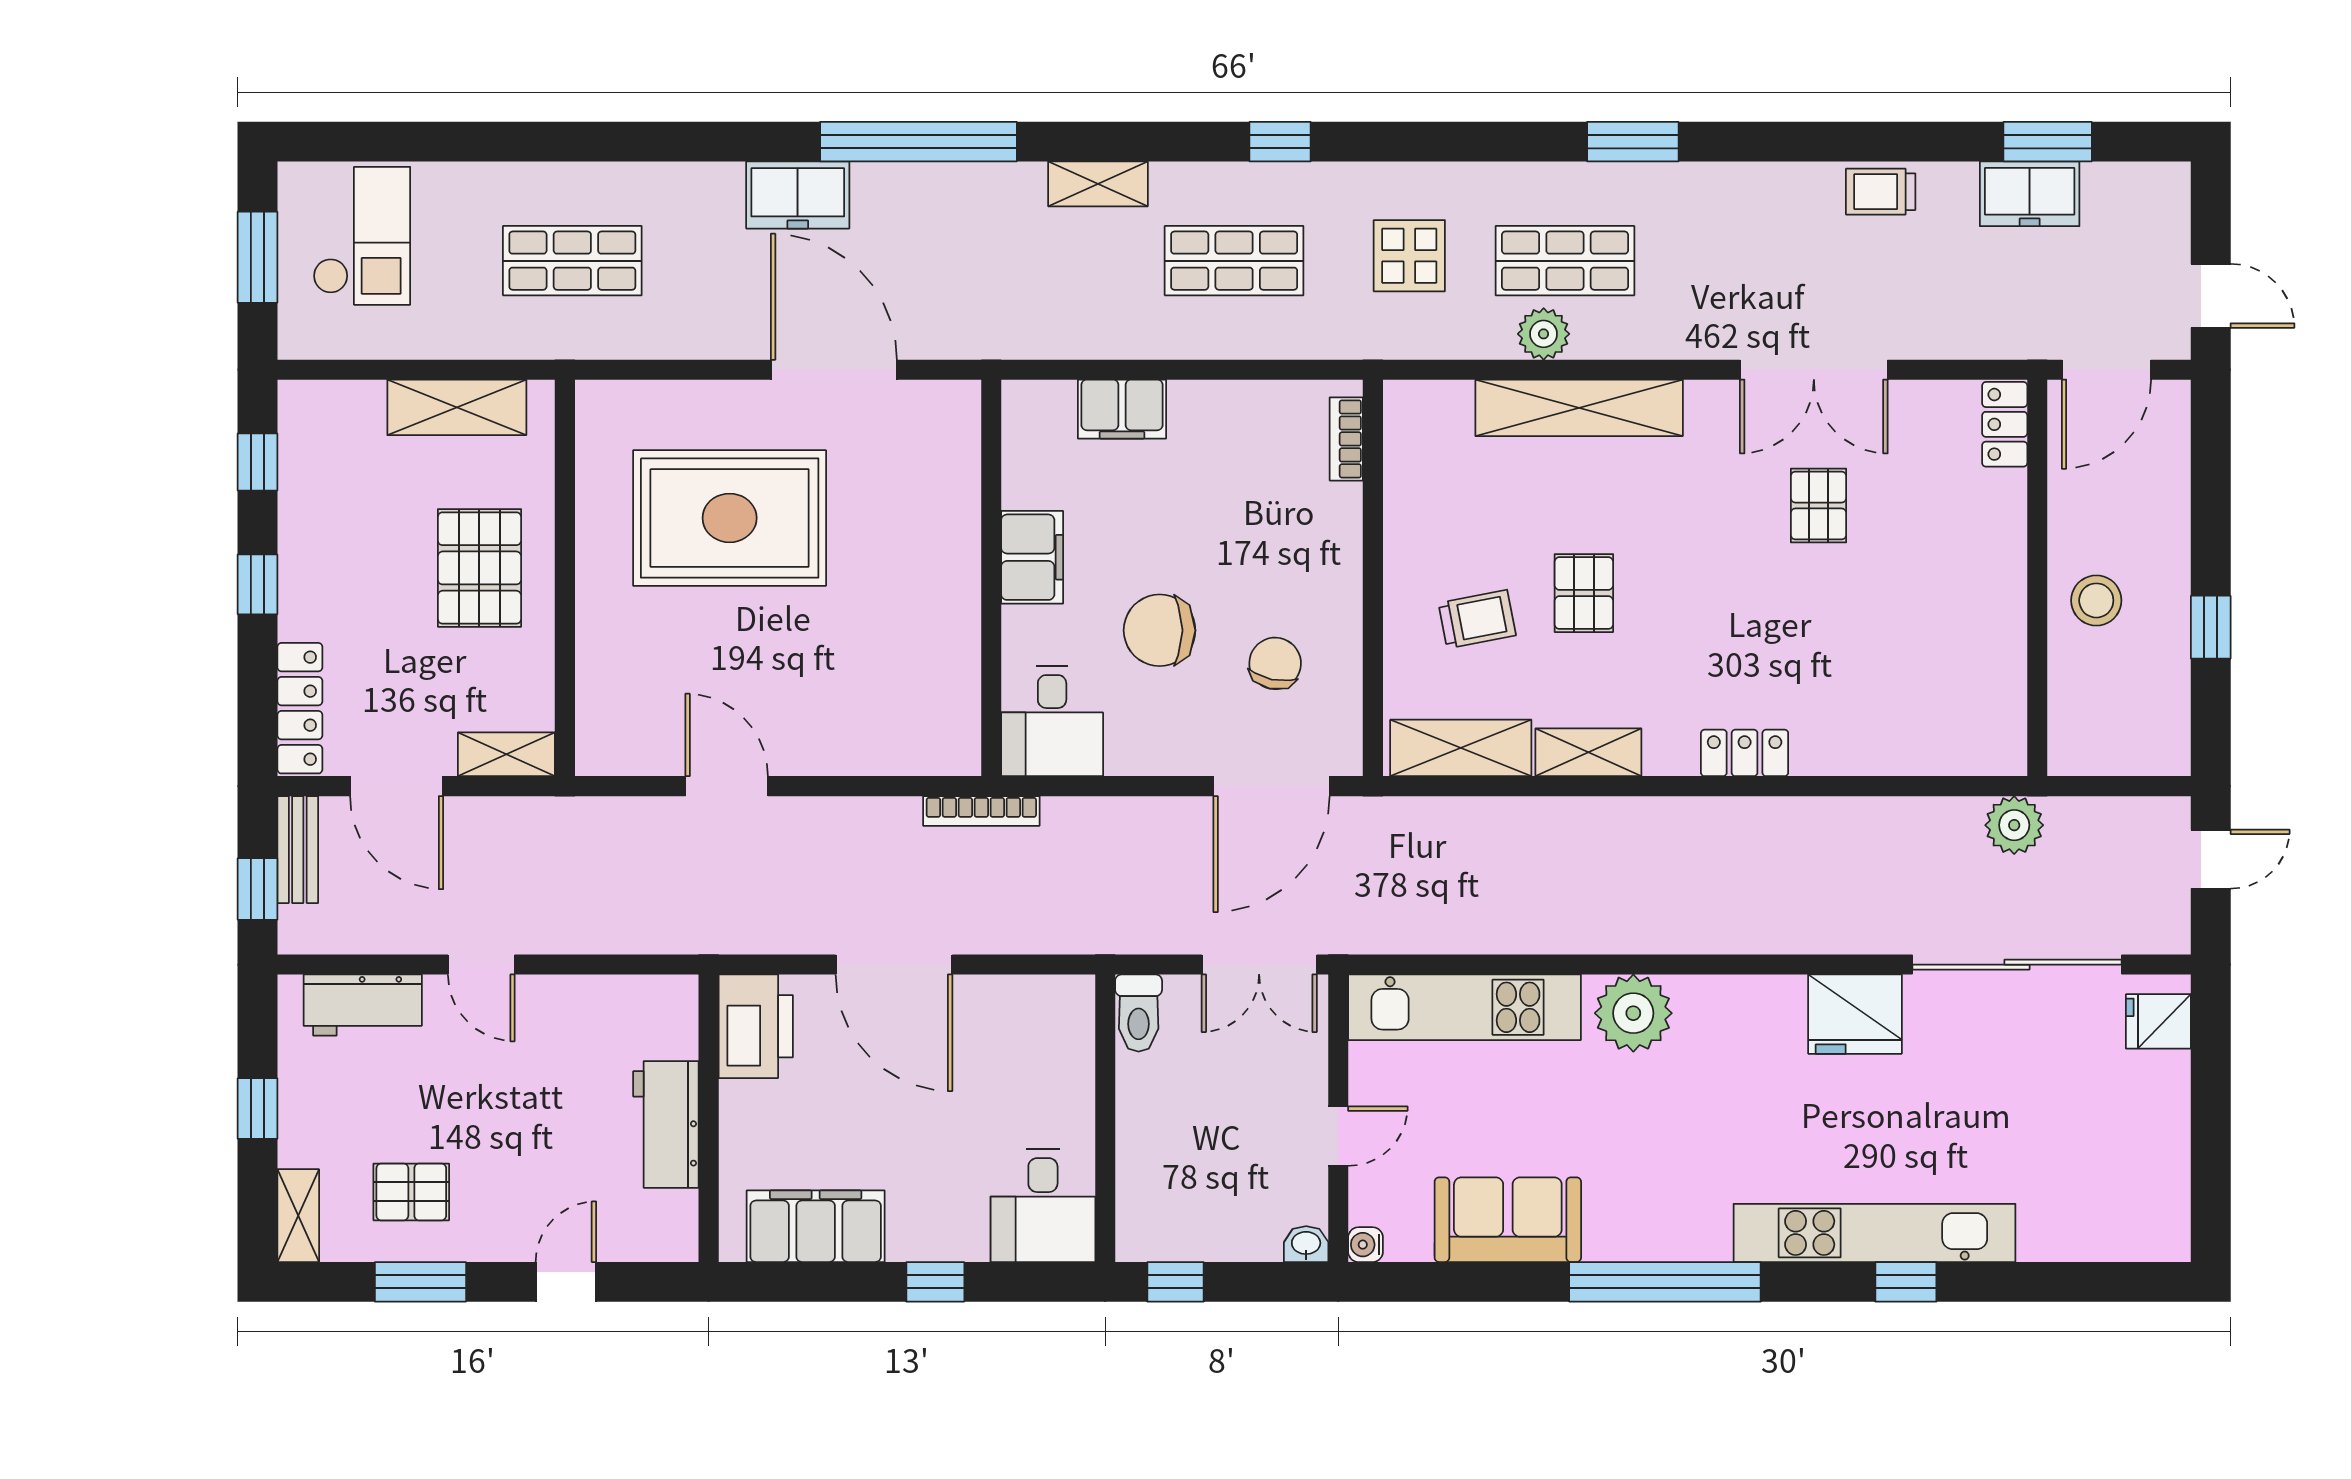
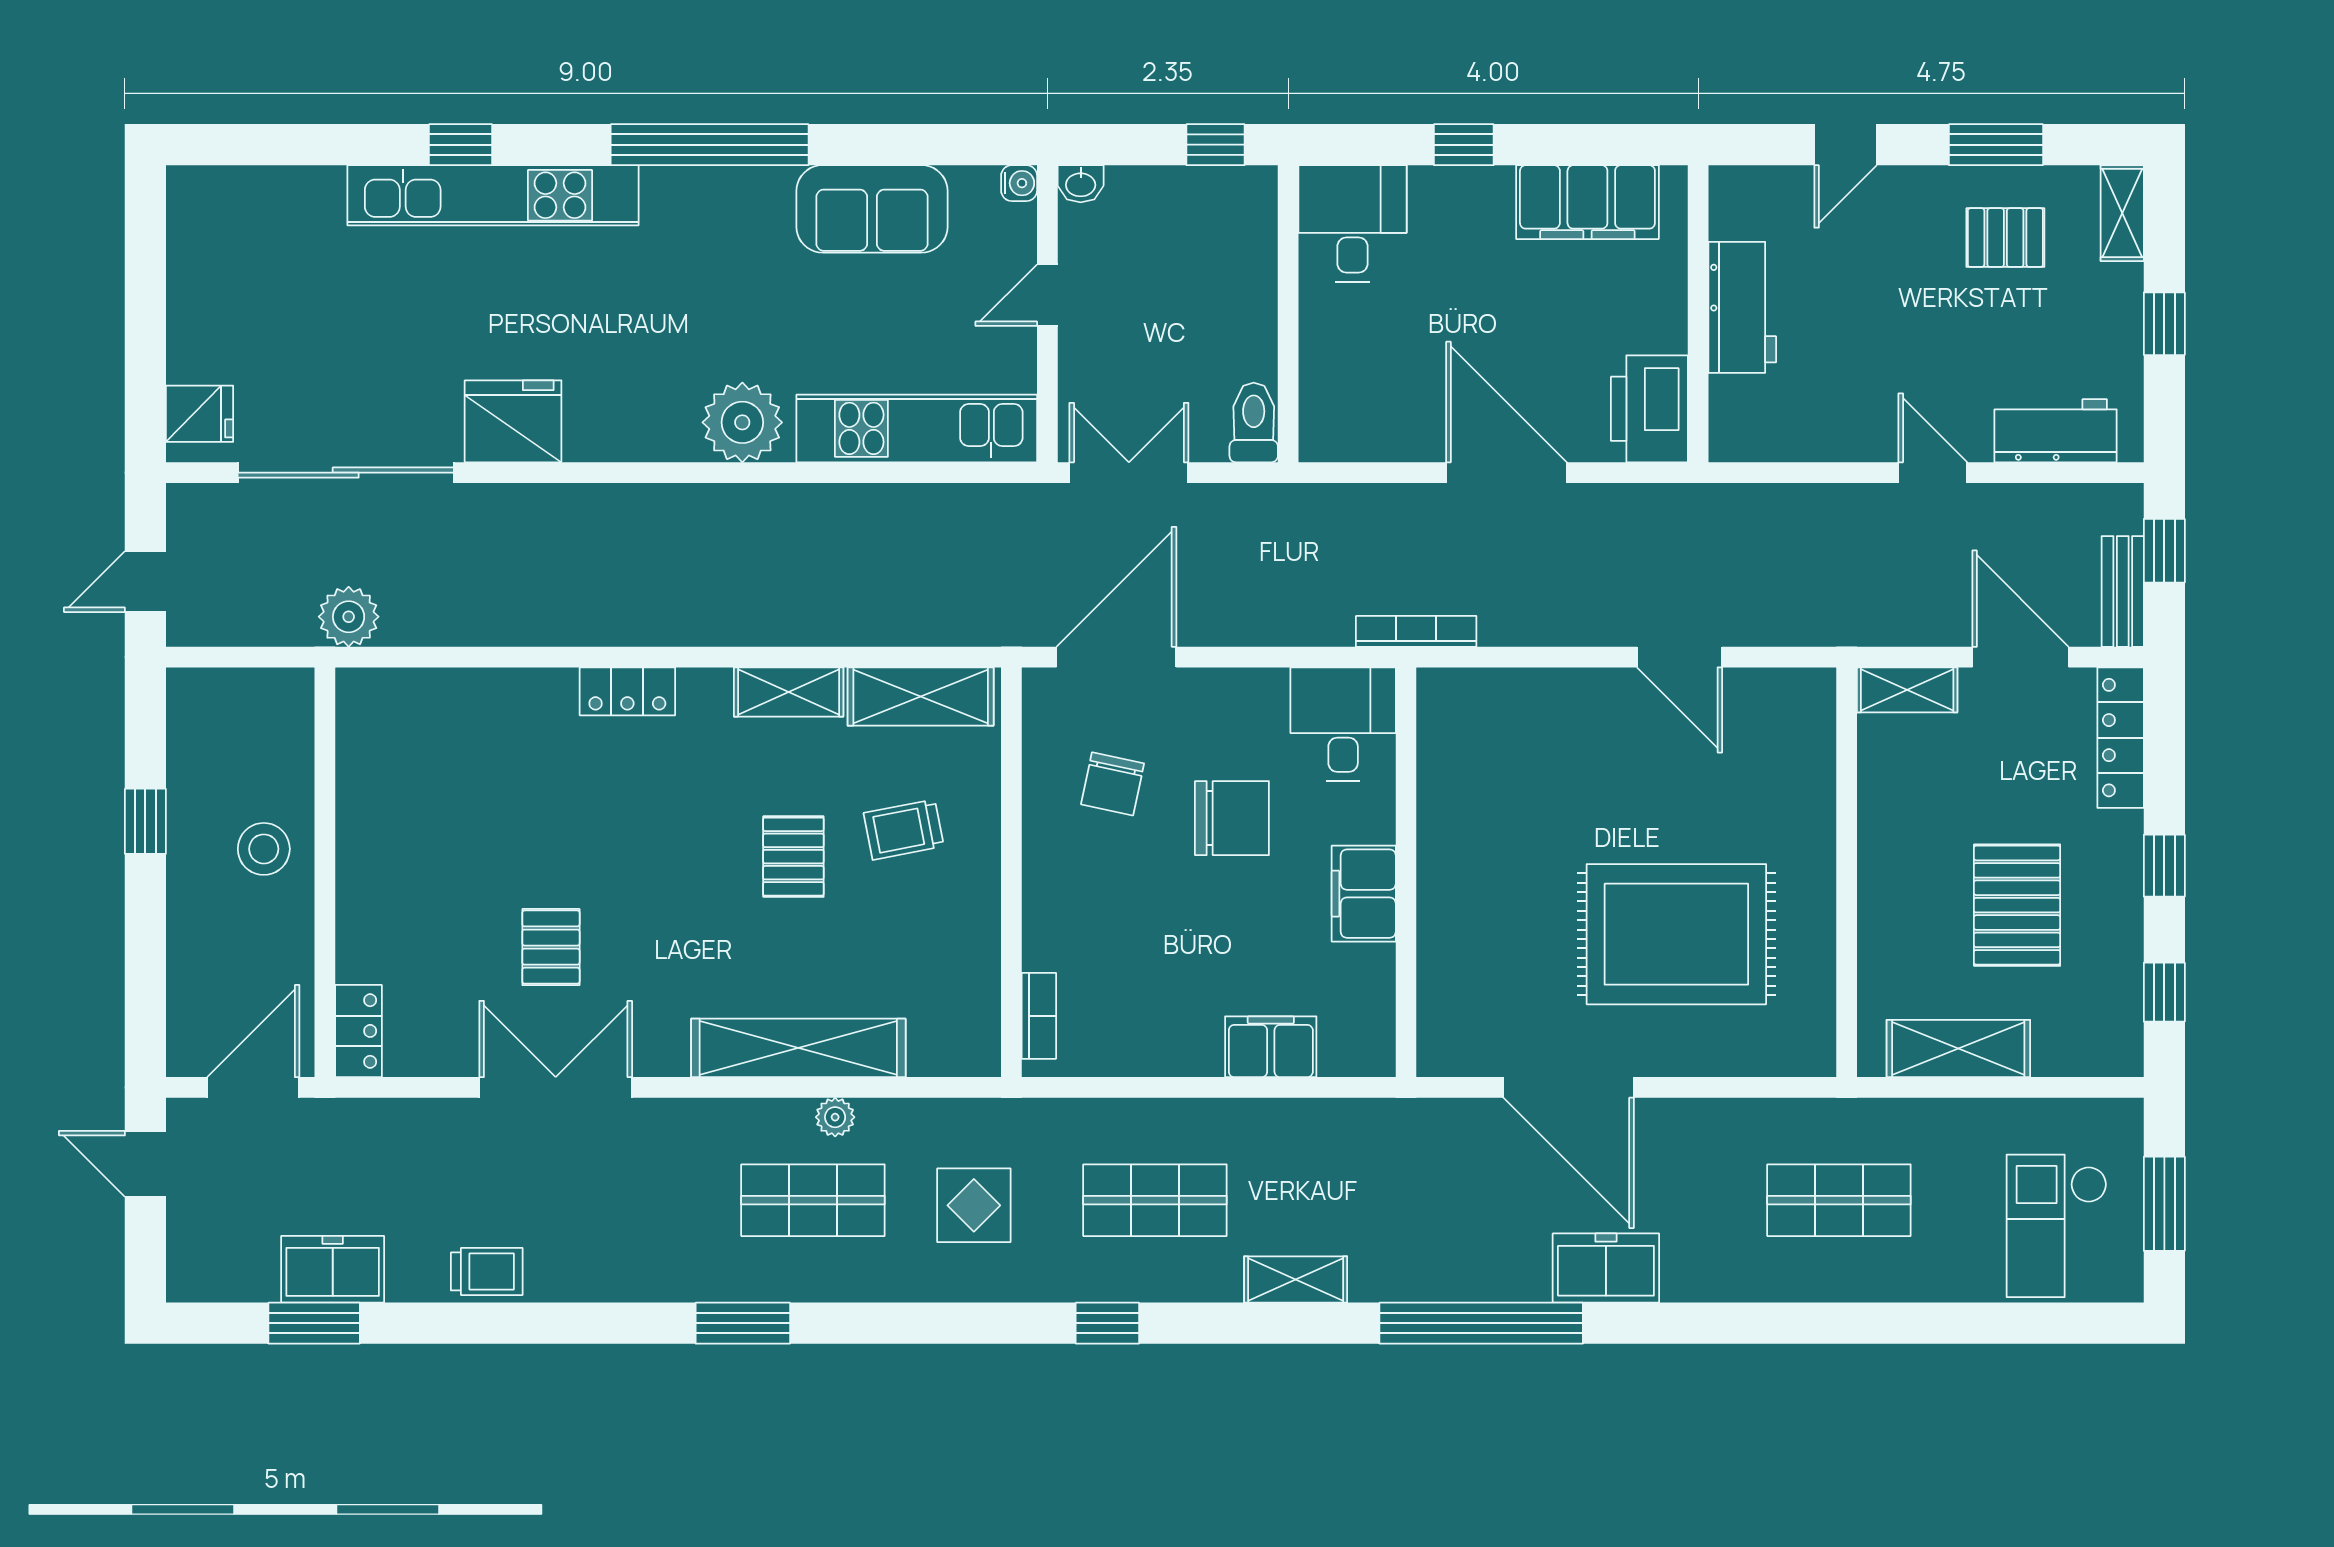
plant: (1544, 334) -> (835, 1117), width x0.73, depth x0.73
pallet: (479, 568) -> (2017, 905), moved

